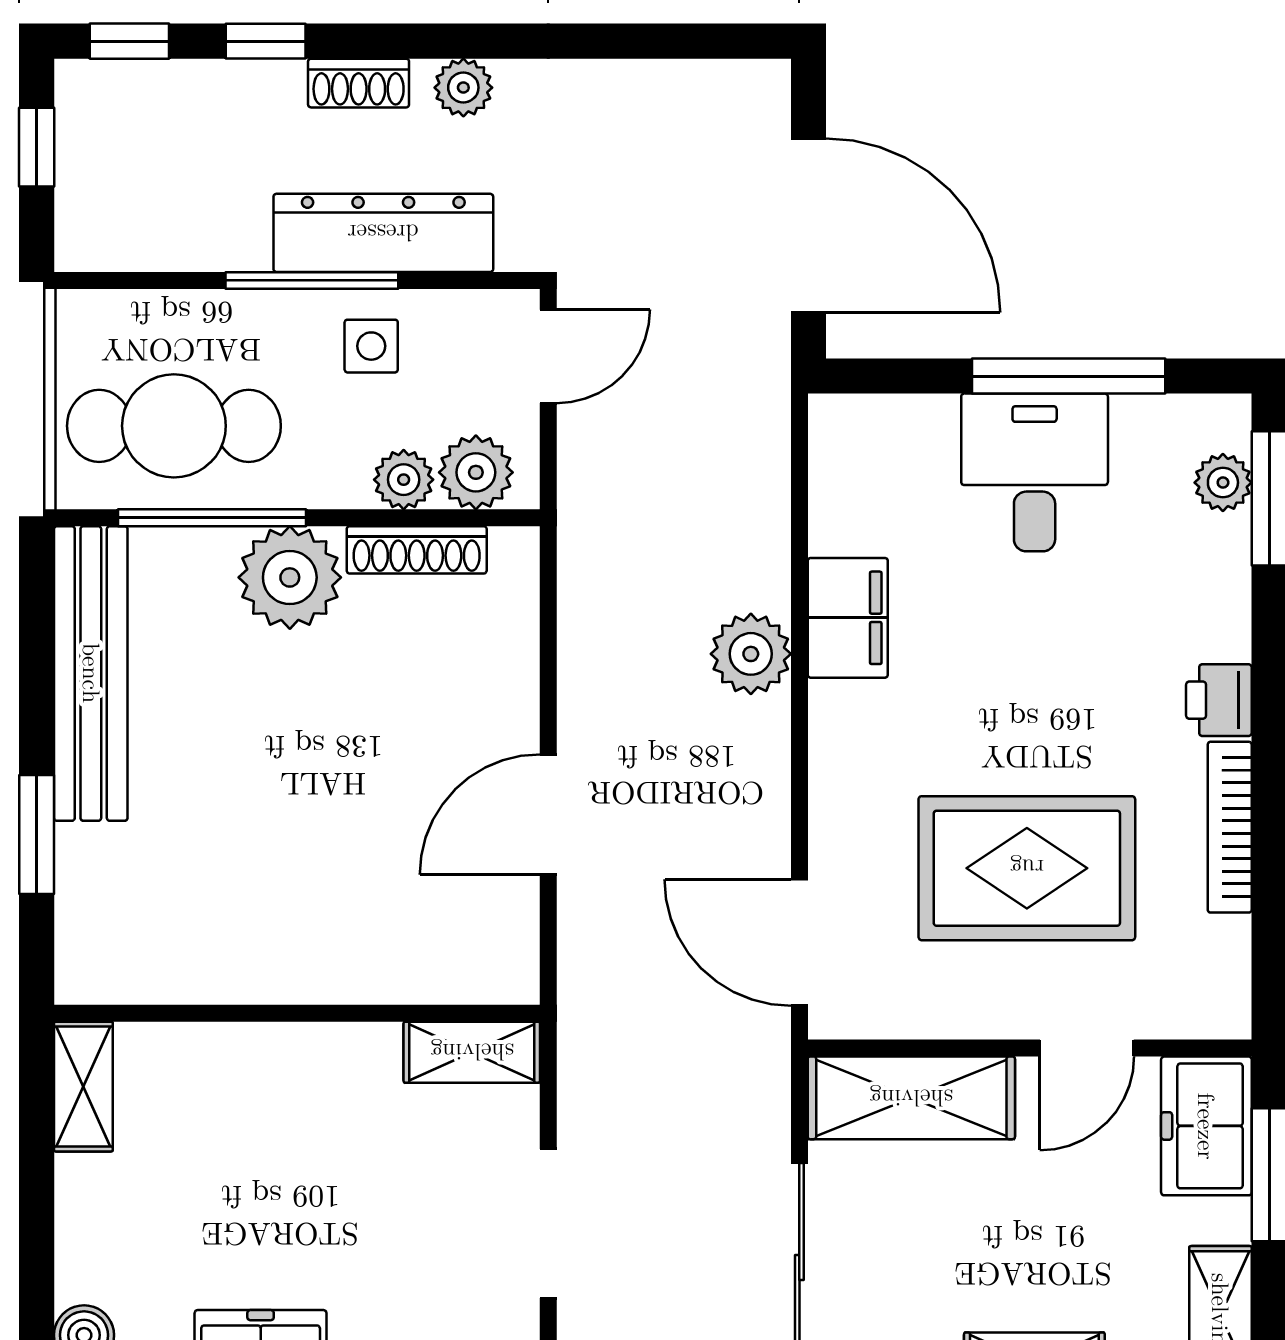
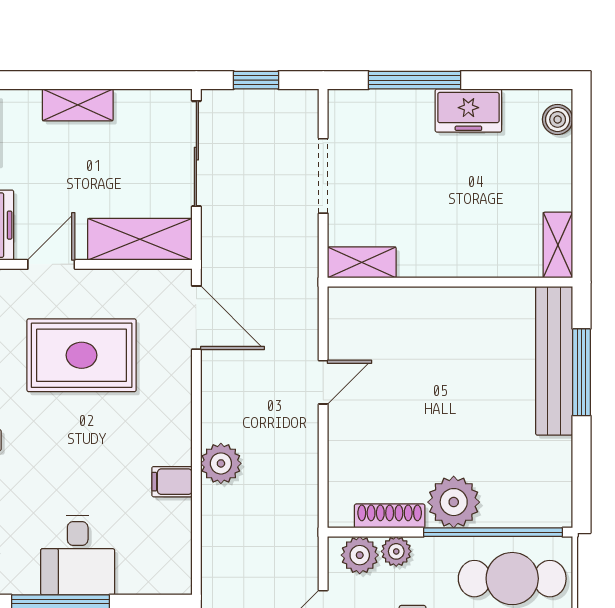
window: (212, 518) -> (493, 532), width x1.46
filing cabinet: (848, 618) -> (172, 482), width x0.50
bench: (91, 673) -> (554, 361), moved
door: (548, 815) -> (323, 382), width x0.73
window: (37, 834) -> (581, 372), width x1.44

